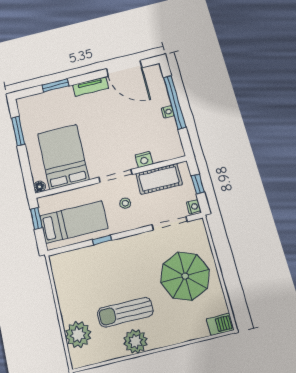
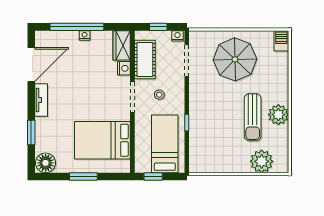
window: (18, 131) -> (83, 176), moved
wardrobe: (168, 151) -> (122, 45), added
floor lamp: (40, 187) -> (46, 163), moved, width x1.89, depth x1.89

